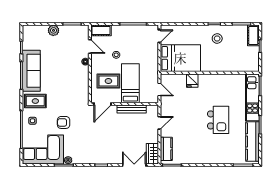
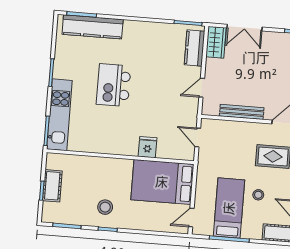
cot: (253, 35) -> (52, 186), moved
bed: (130, 83) -> (229, 208), moved, turned 180
kitchen counter: (252, 142) -> (93, 27), moved, turned 90

